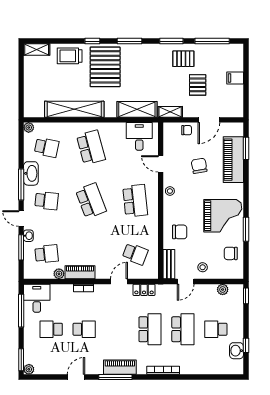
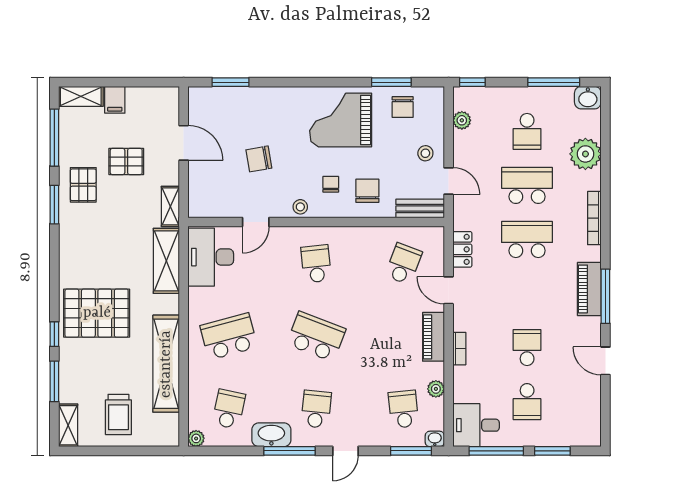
window: (130, 41) -> (54, 381), moved
trolley: (70, 56) -> (118, 414), moved
shelving: (237, 57) -> (81, 96), added
chair: (187, 130) -> (331, 184), moved
desk: (139, 136) -> (211, 257), width x1.37
piano: (233, 160) -> (249, 103), removed
school desk: (91, 201) -> (316, 336), turned 42
school desk: (135, 201) -> (316, 264), width x0.54
grand piano: (223, 216) -> (341, 120), turned -90
window: (246, 229) -> (391, 82), moved
washbasin: (28, 236) -> (435, 439), moved
window: (21, 247) -> (411, 451), moved
piano: (80, 272) -> (433, 337), moved
window: (246, 345) -> (554, 82), width x2.17
washbasin: (236, 351) -> (588, 98), moved
window: (21, 360) -> (552, 451), moved
plant: (29, 369) -> (585, 154), moved, width x1.88, depth x1.88

